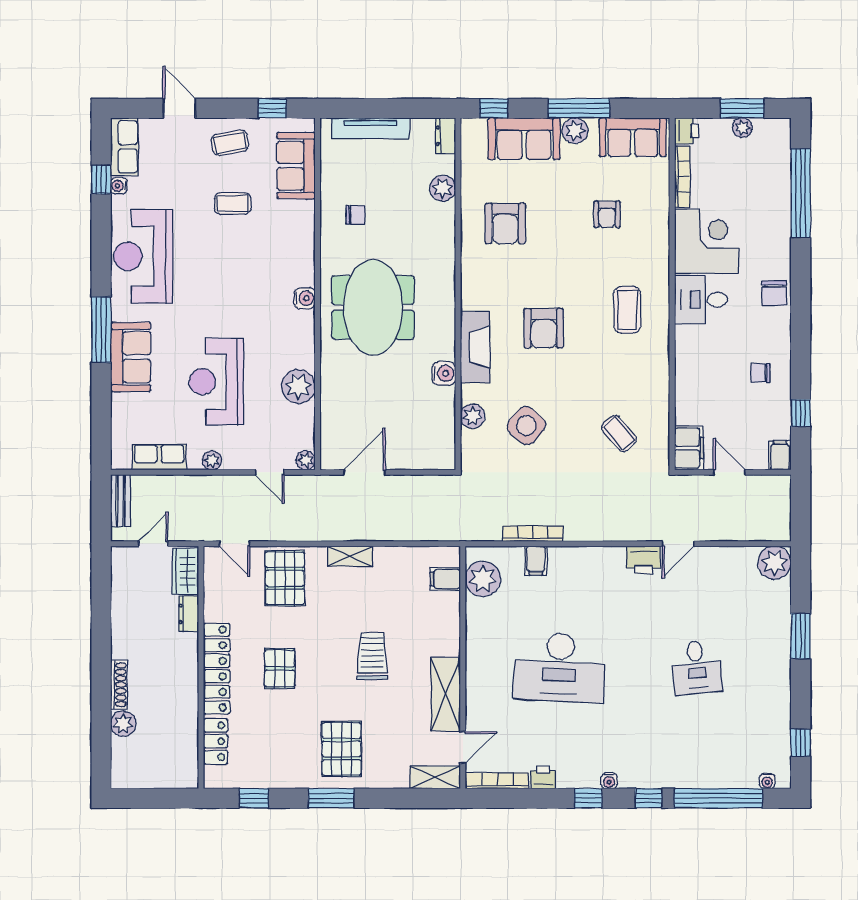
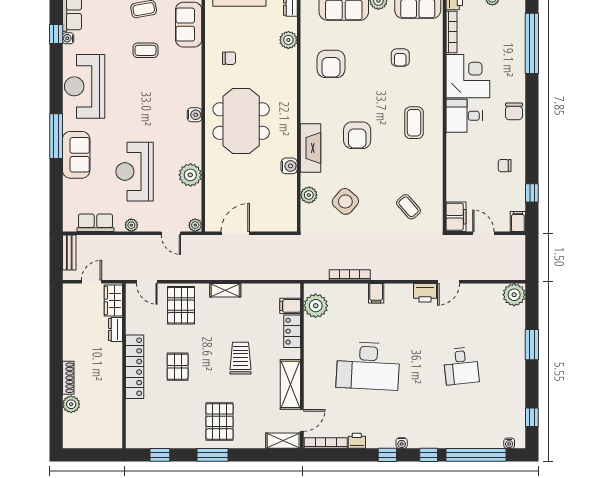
filing cabinet: (536, 561) -> (376, 293), moved
locker: (216, 741) -> (292, 331), moved, turned 180

